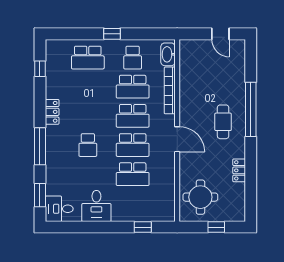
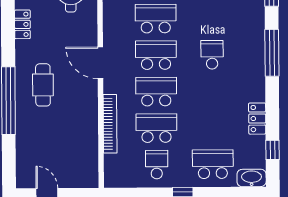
washbasin: (168, 54) -> (252, 178), moved, turned -90
locker: (52, 112) -> (257, 119), moved

